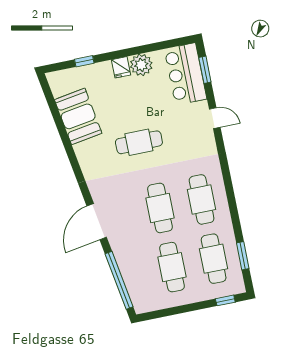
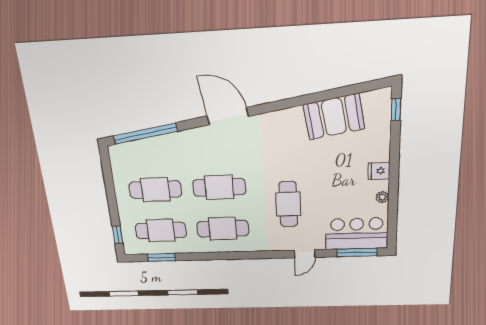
window: (84, 61) -> (396, 110), moved
plant: (141, 65) -> (382, 197), width x0.53, depth x0.53
window: (205, 70) -> (357, 252), width x1.44
cafe table: (139, 142) -> (288, 204), moved
door: (97, 222) -> (228, 116), moved

